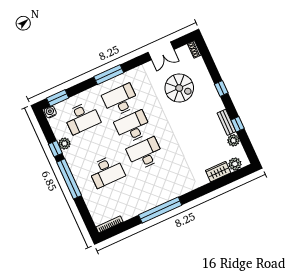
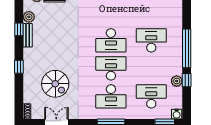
spiral stairs: (179, 88) -> (55, 84), turned 180
desk: (133, 127) -> (111, 68), turned 180

